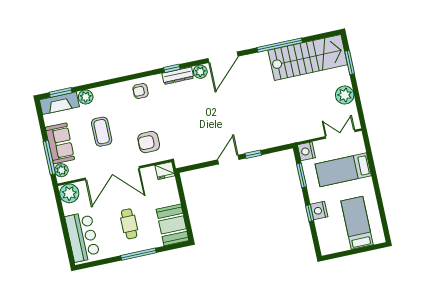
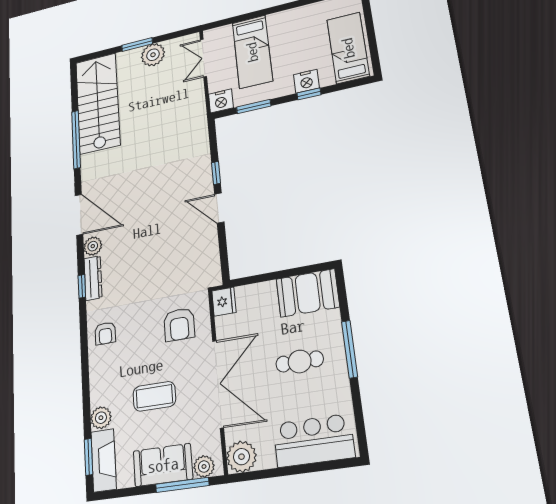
window: (350, 63) -> (137, 45), moved
bed: (357, 223) -> (348, 48), moved, turned 90

